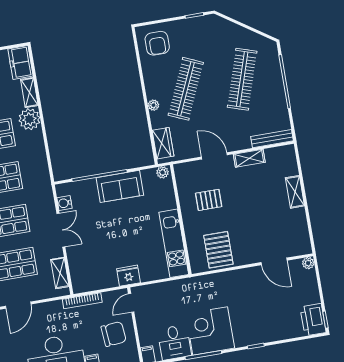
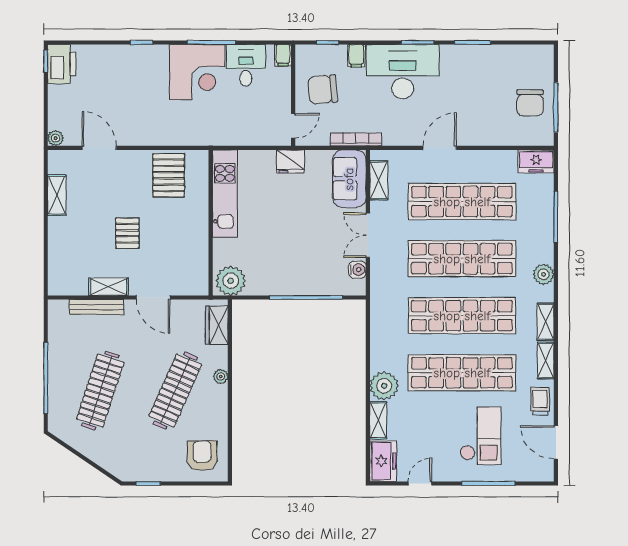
bench: (272, 139) -> (97, 307), moved
plant: (163, 172) -> (231, 281), width x1.87, depth x1.87
sofa: (120, 186) -> (349, 179), moved, turned -90
shelving: (295, 192) -> (57, 195), moved
pallet: (209, 200) -> (127, 233), moved, turned 90

